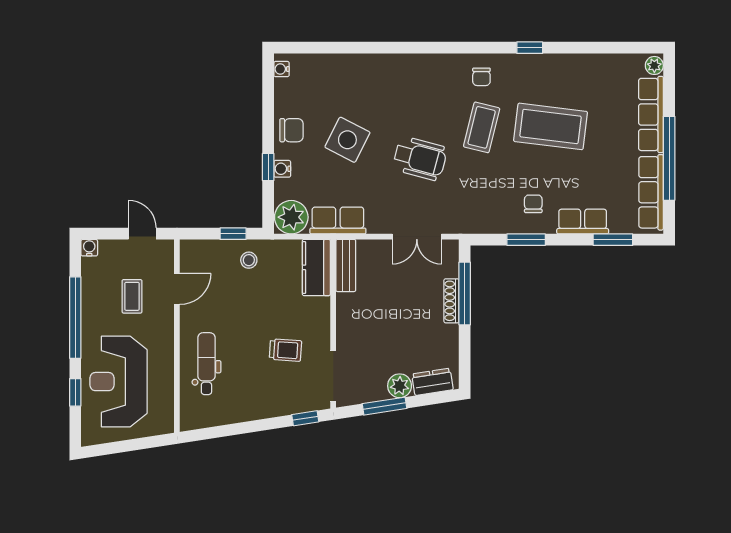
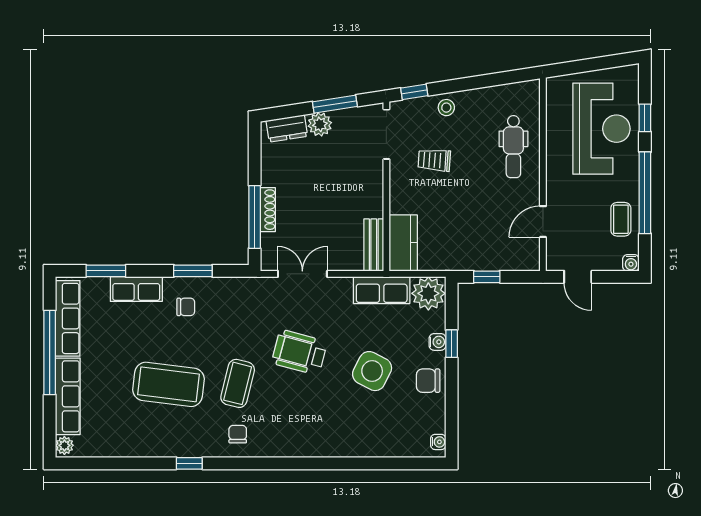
chair: (533, 204) -> (186, 307), turned -90
stool: (249, 260) -> (446, 108), moved
coffee table: (132, 296) -> (621, 219), moved

